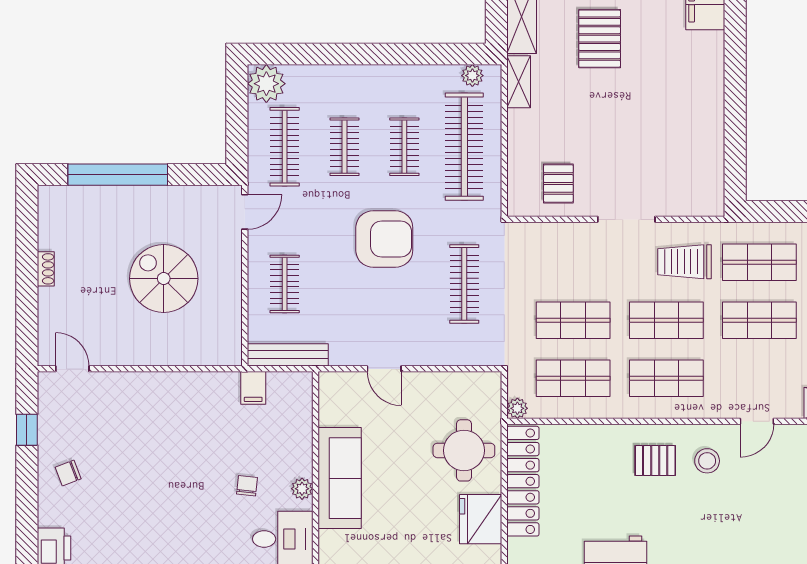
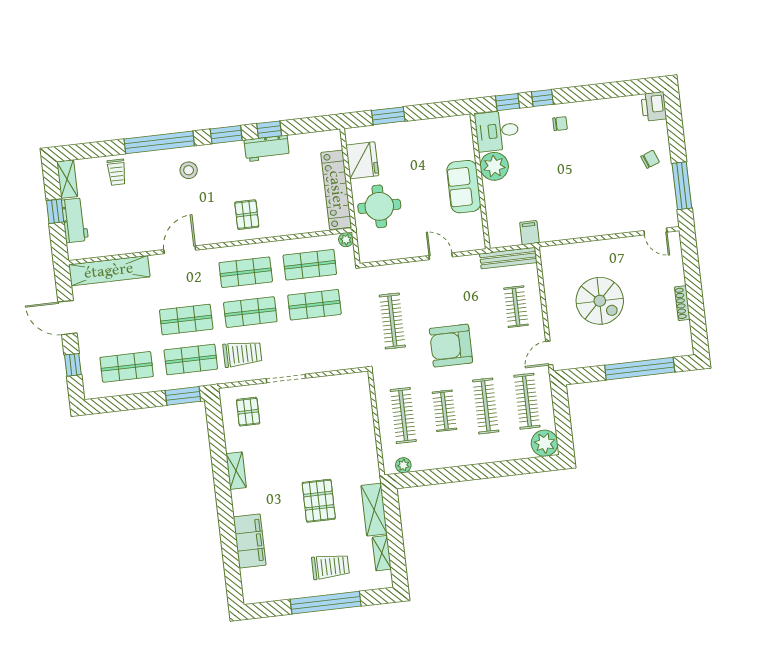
shelving: (519, 82) -> (236, 471), moved
clothes rail: (345, 147) -> (486, 406), width x1.36
clothes rail: (464, 147) -> (403, 416), width x0.73, depth x0.76
pallet: (558, 183) -> (248, 412), moved
window: (777, 211) -> (183, 396), added
shoe rack: (46, 269) -> (682, 303), width x1.43
door: (757, 421) -> (180, 250), width x1.38
window: (27, 430) -> (682, 186), width x2.17
pallet: (655, 461) -> (247, 215), turned 90
stool: (707, 461) -> (189, 170), moved
sofa: (340, 478) -> (464, 187), width x0.73
chair: (247, 486) -> (560, 124), moved, turned -96
plant: (302, 489) -> (494, 166), width x1.87, depth x1.87

